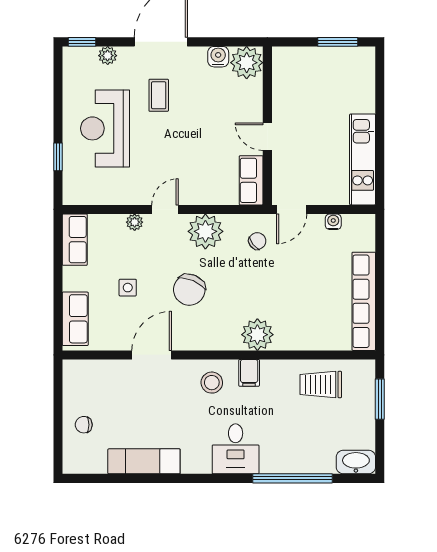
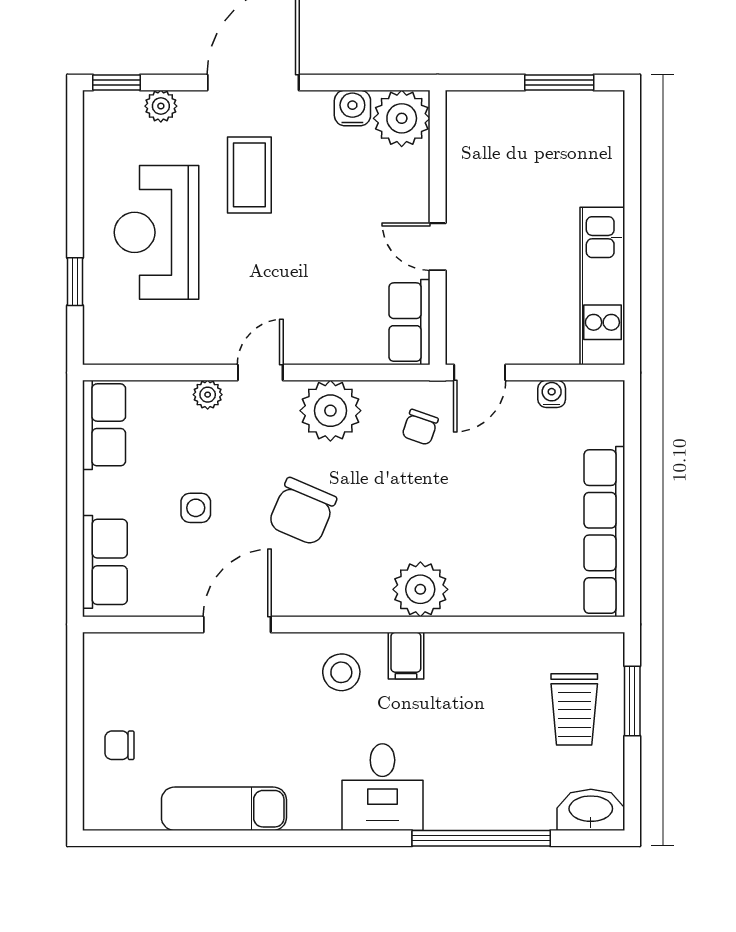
coffee table: (159, 95) -> (249, 175), width x1.36, depth x1.30
chair: (257, 241) -> (420, 427), turned 147
trolley: (321, 385) -> (574, 709), moved, turned -90

